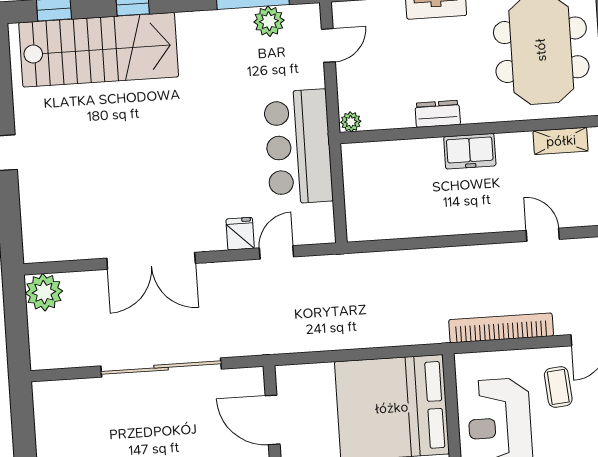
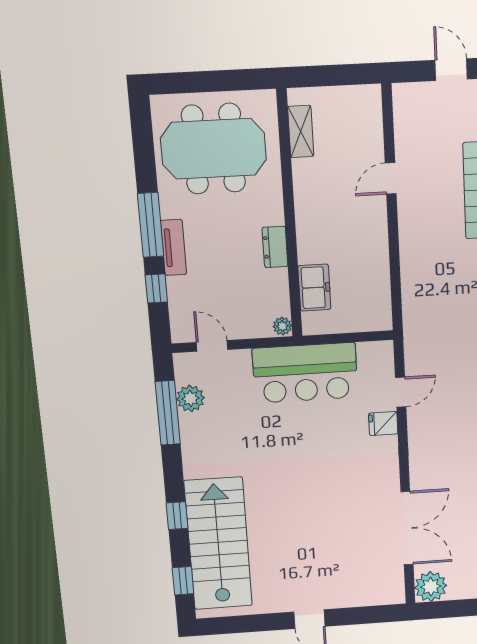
freezer: (470, 151) -> (314, 288), moved
door: (543, 235) -> (391, 178), moved
door: (277, 252) -> (401, 392), swing flipped
double door: (151, 261) -> (407, 528), moved

